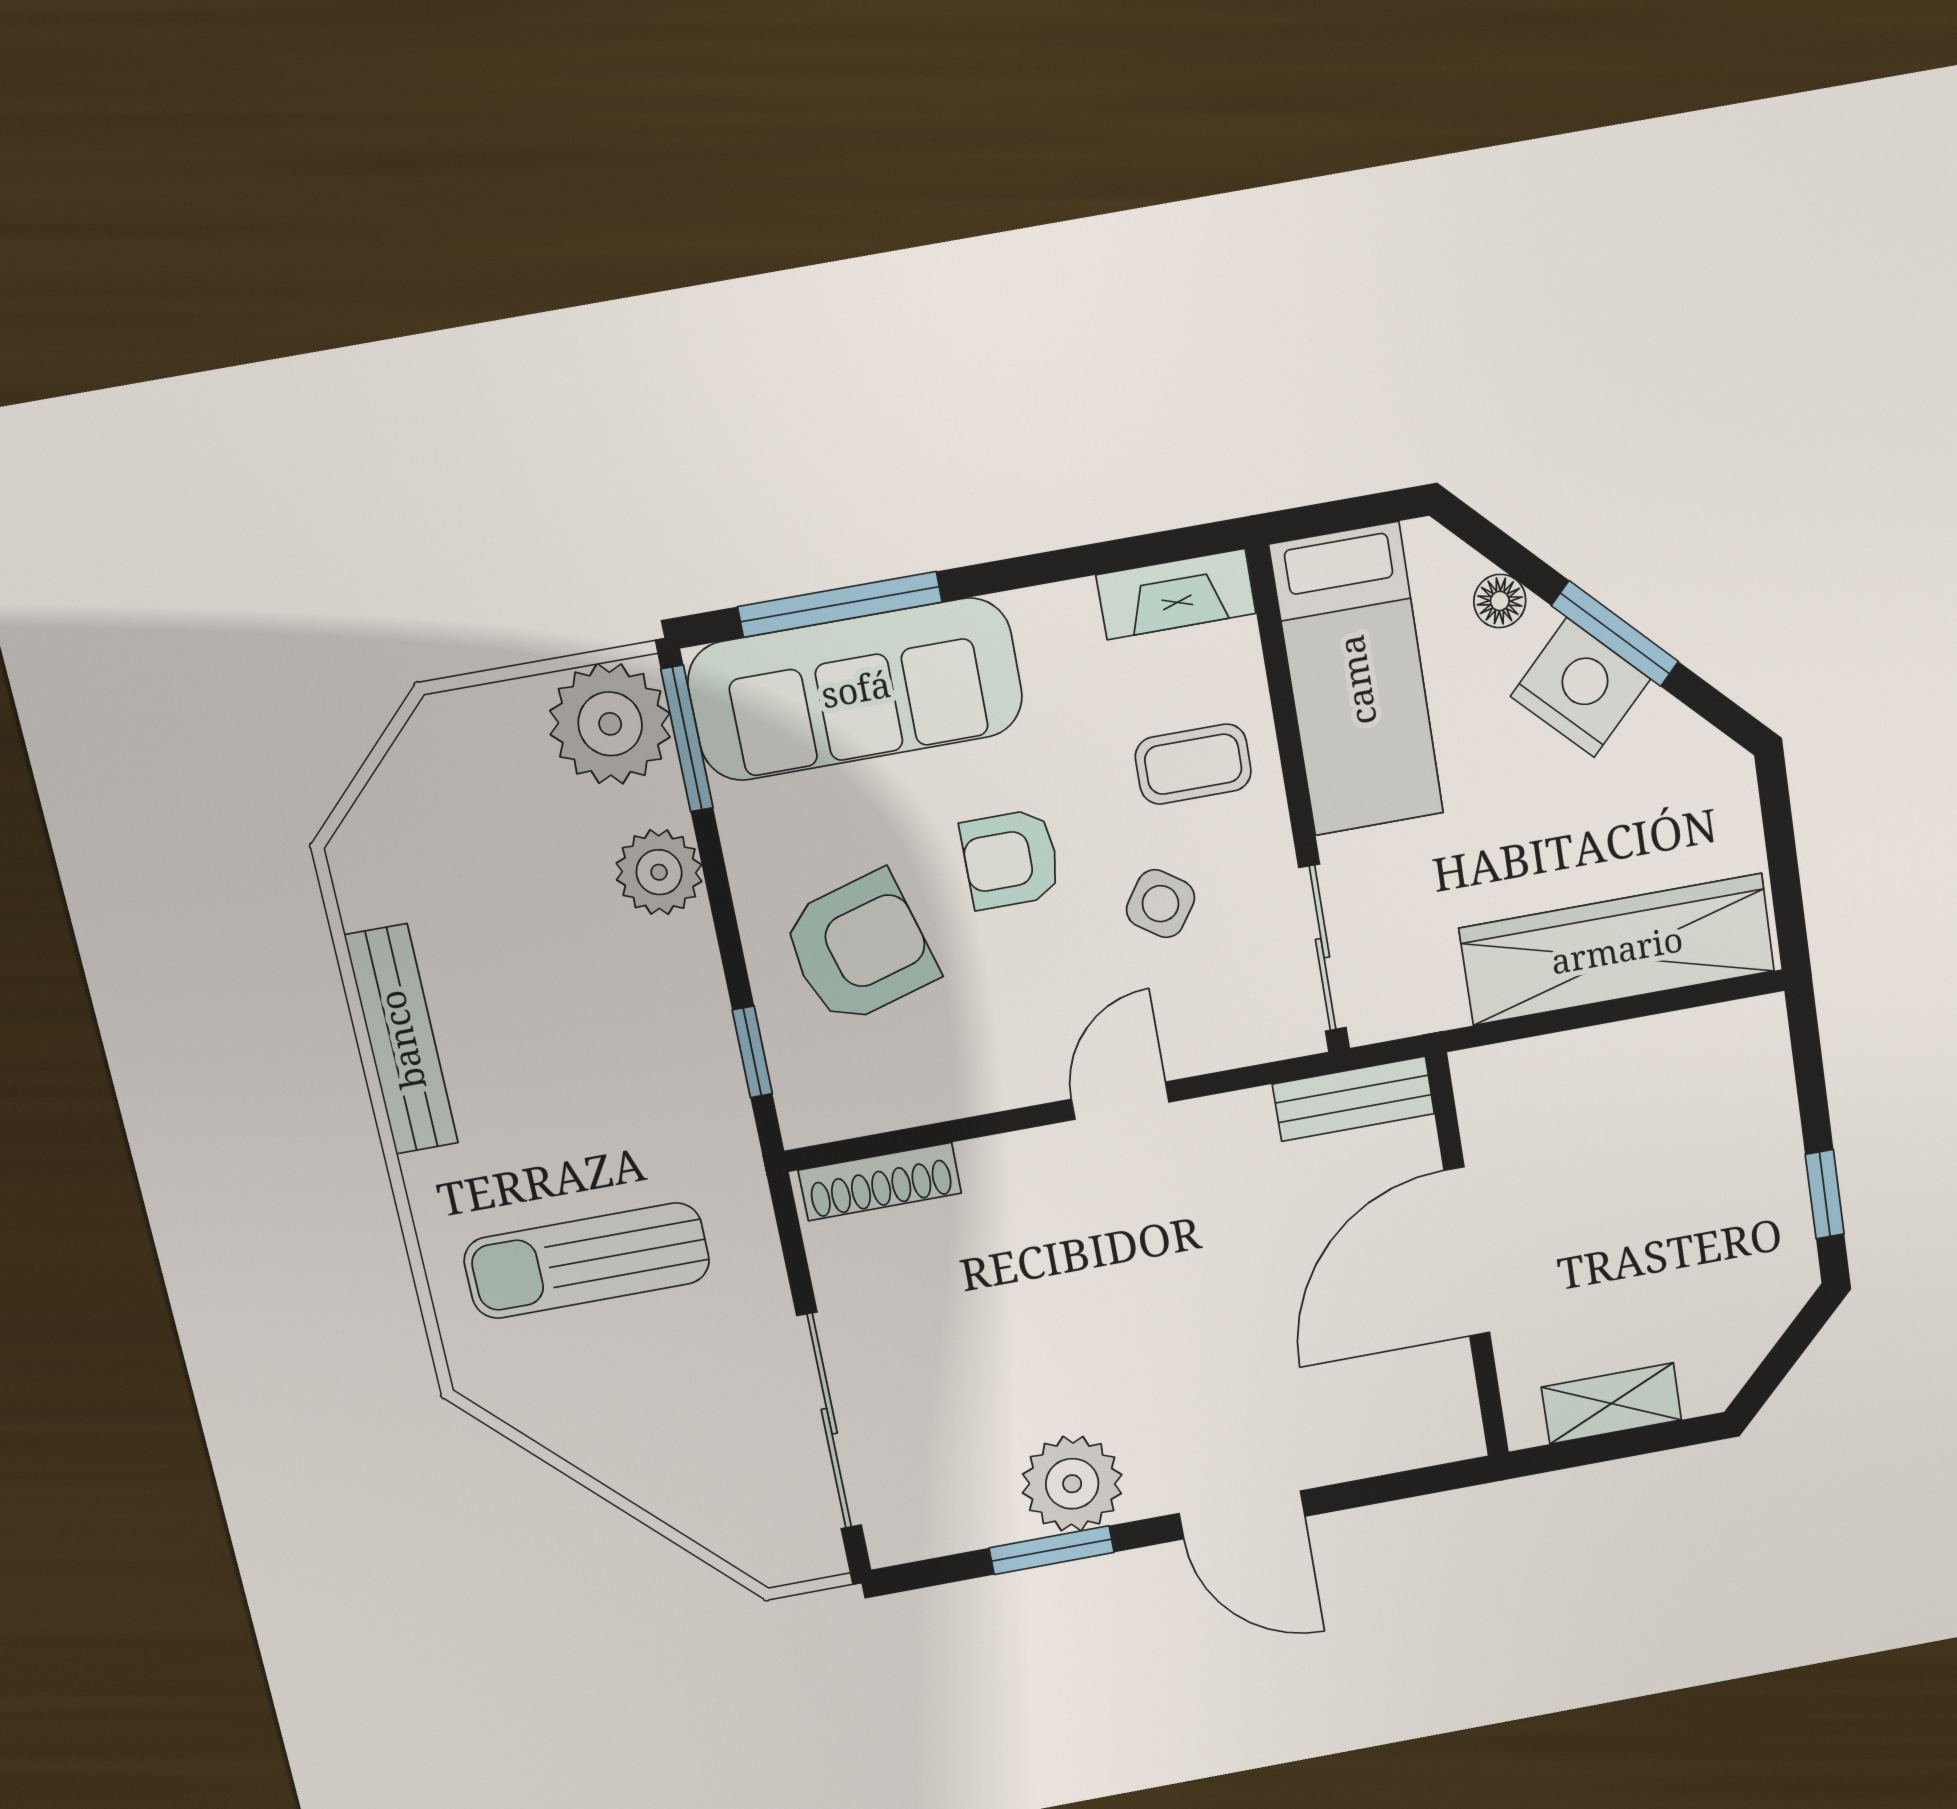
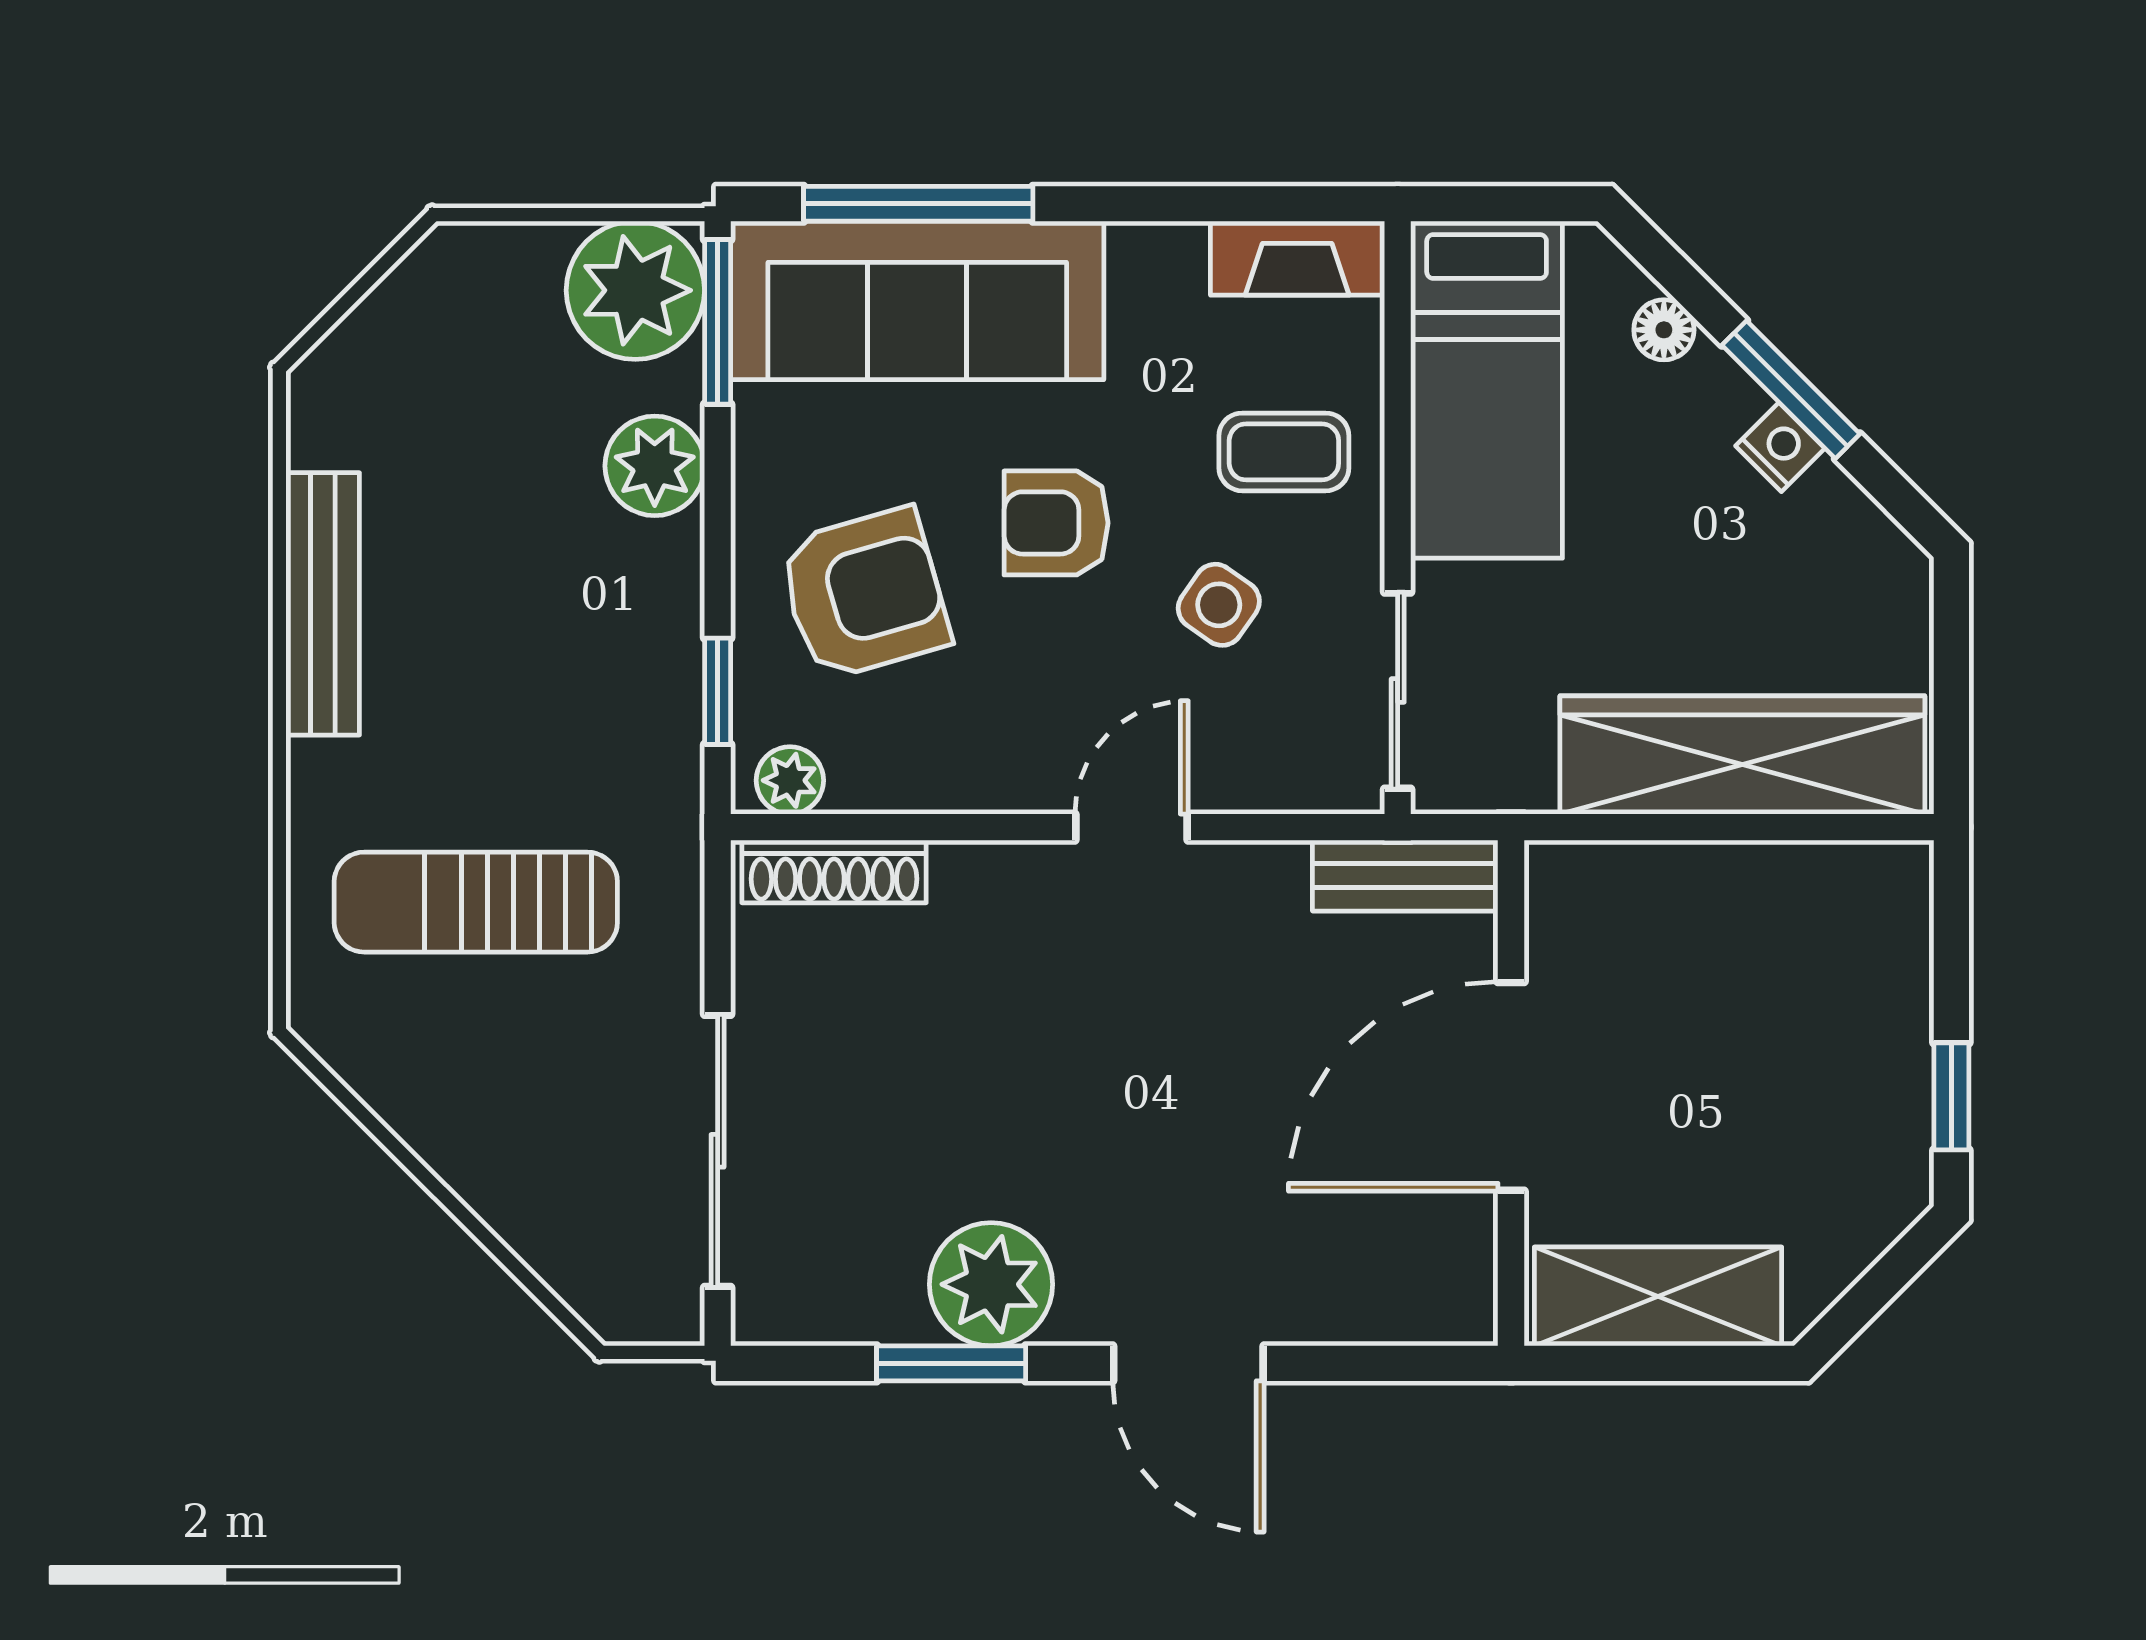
nightstand: (1581, 688) -> (1780, 447), width x0.53, depth x0.56
plant: (828, 1114) -> (790, 780), added
shelving: (1612, 1403) -> (1658, 1296), width x1.50, depth x1.33

